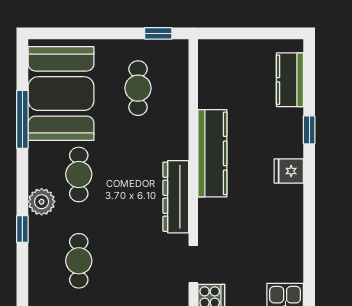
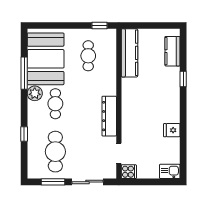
kitchen counter: (212, 153) -> (129, 53), moved
fridge: (289, 171) -> (172, 130), moved
plant: (42, 202) -> (35, 93), moved
cafe table: (79, 261) -> (55, 152), width x1.37, depth x1.35

